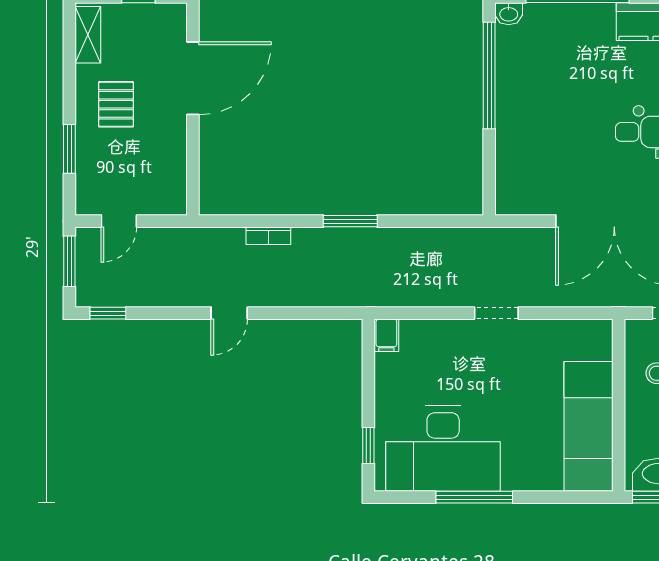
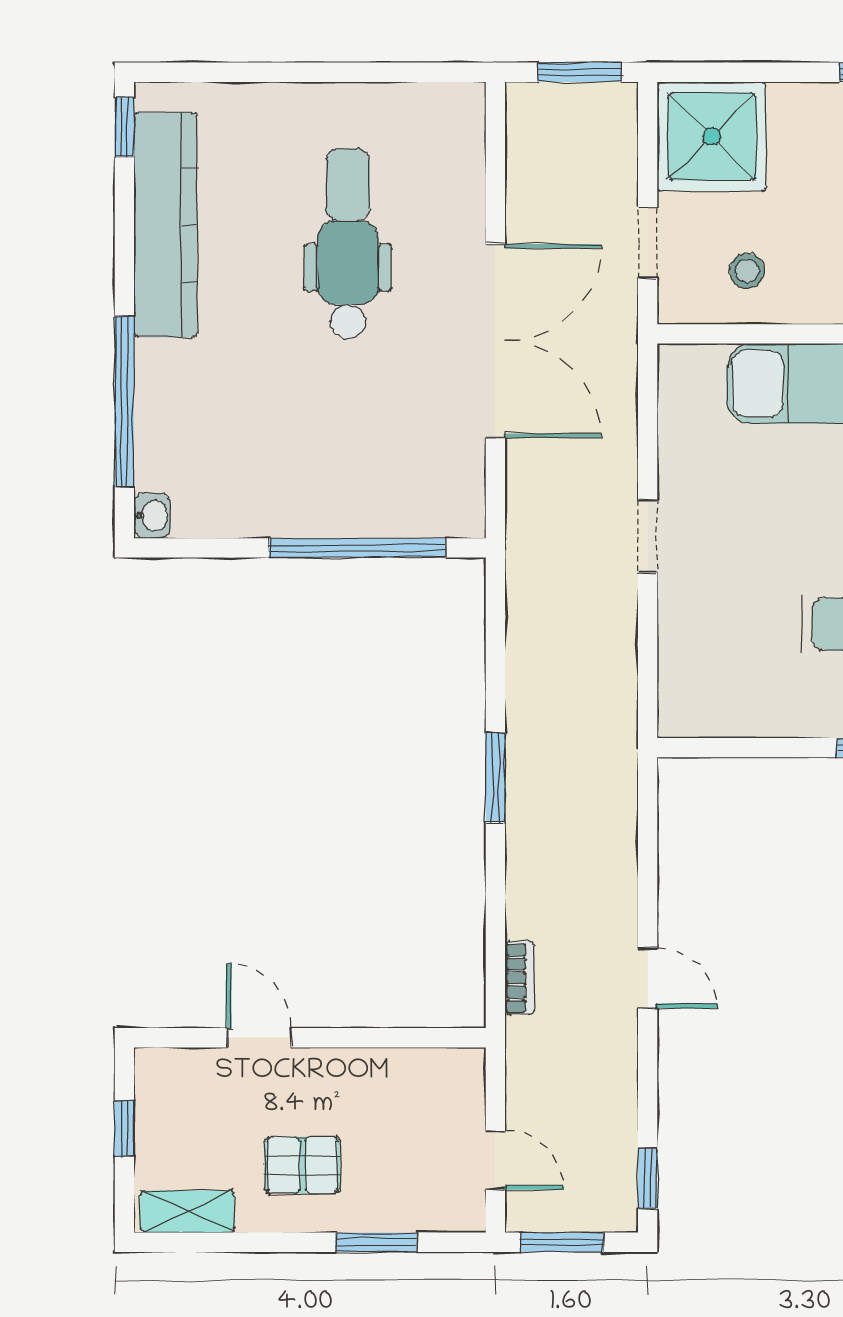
window: (489, 75) -> (357, 548), moved
door: (193, 78) -> (259, 1038), width x0.53
bookcase: (268, 236) -> (520, 978), moved
filing cabinet: (386, 335) -> (684, 718), removed

